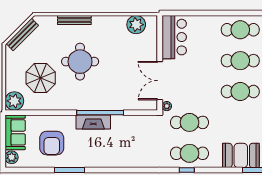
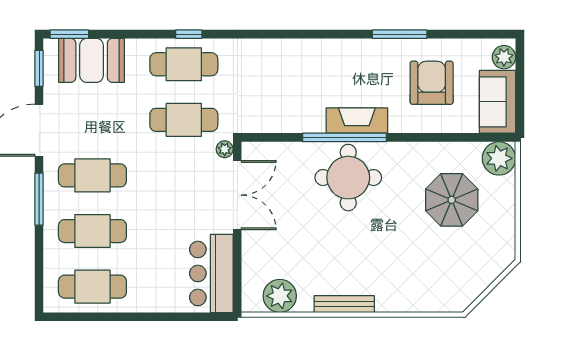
bench: (74, 20) -> (344, 304), moved
bench: (22, 35) -> (485, 278), removed
round table: (80, 62) -> (348, 178), moved

